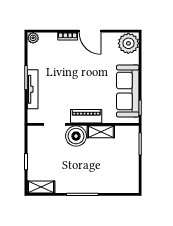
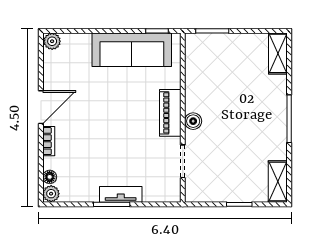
floor lamp: (44, 37) -> (50, 177), added
plant: (128, 43) -> (52, 41), width x0.53, depth x0.53
tv unit: (33, 89) -> (121, 194), width x0.71
shelving: (101, 132) -> (278, 53), moved
boiler: (76, 136) -> (193, 121), width x0.54, depth x0.54

